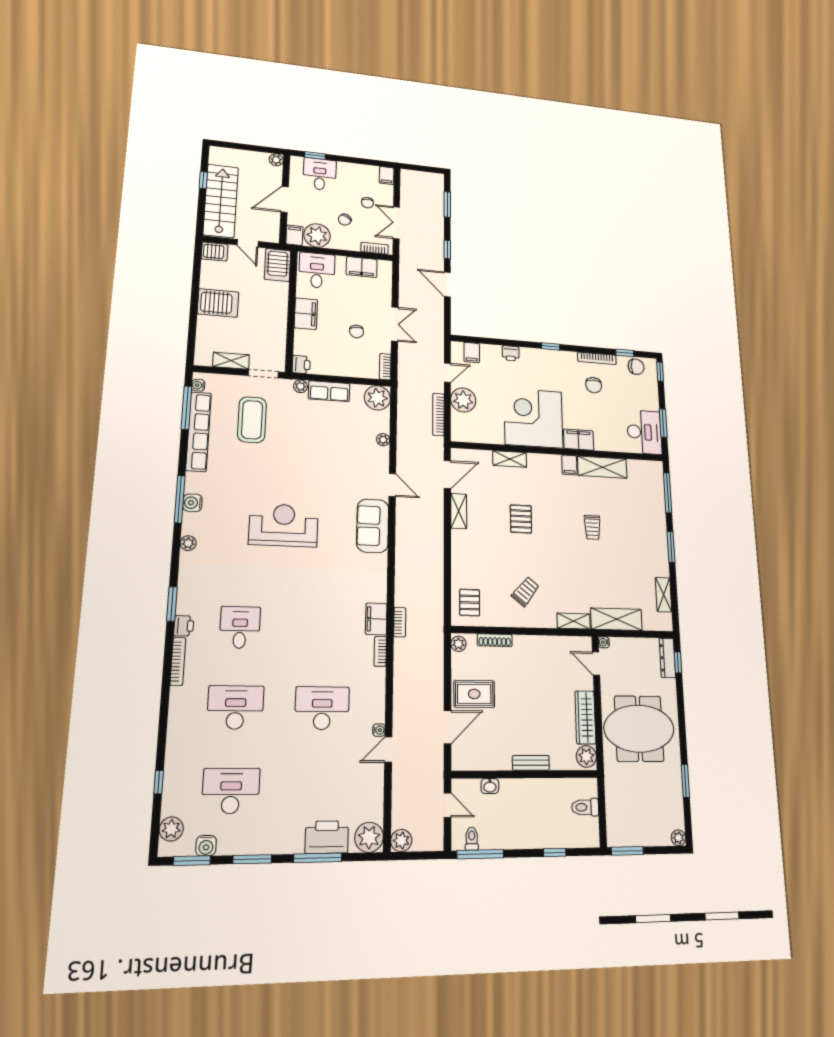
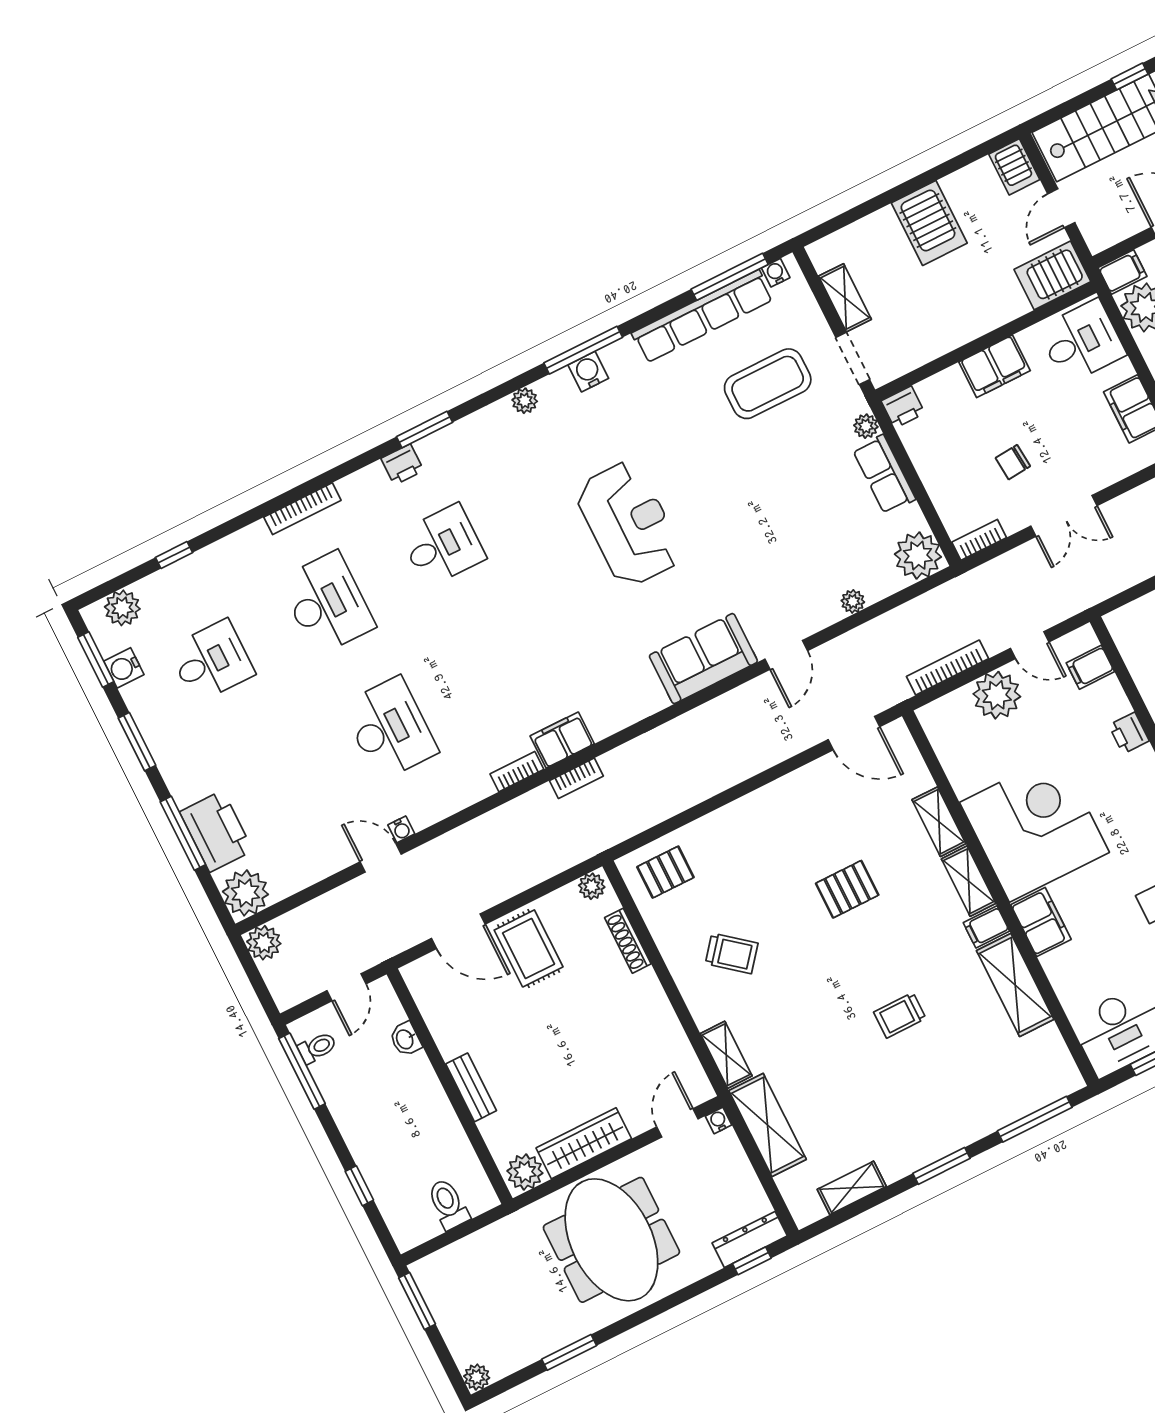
shelving: (459, 511) -> (969, 881), moved, turned 90
bookcase: (178, 661) -> (302, 509), moved
desk: (231, 791) -> (211, 661), width x0.73

